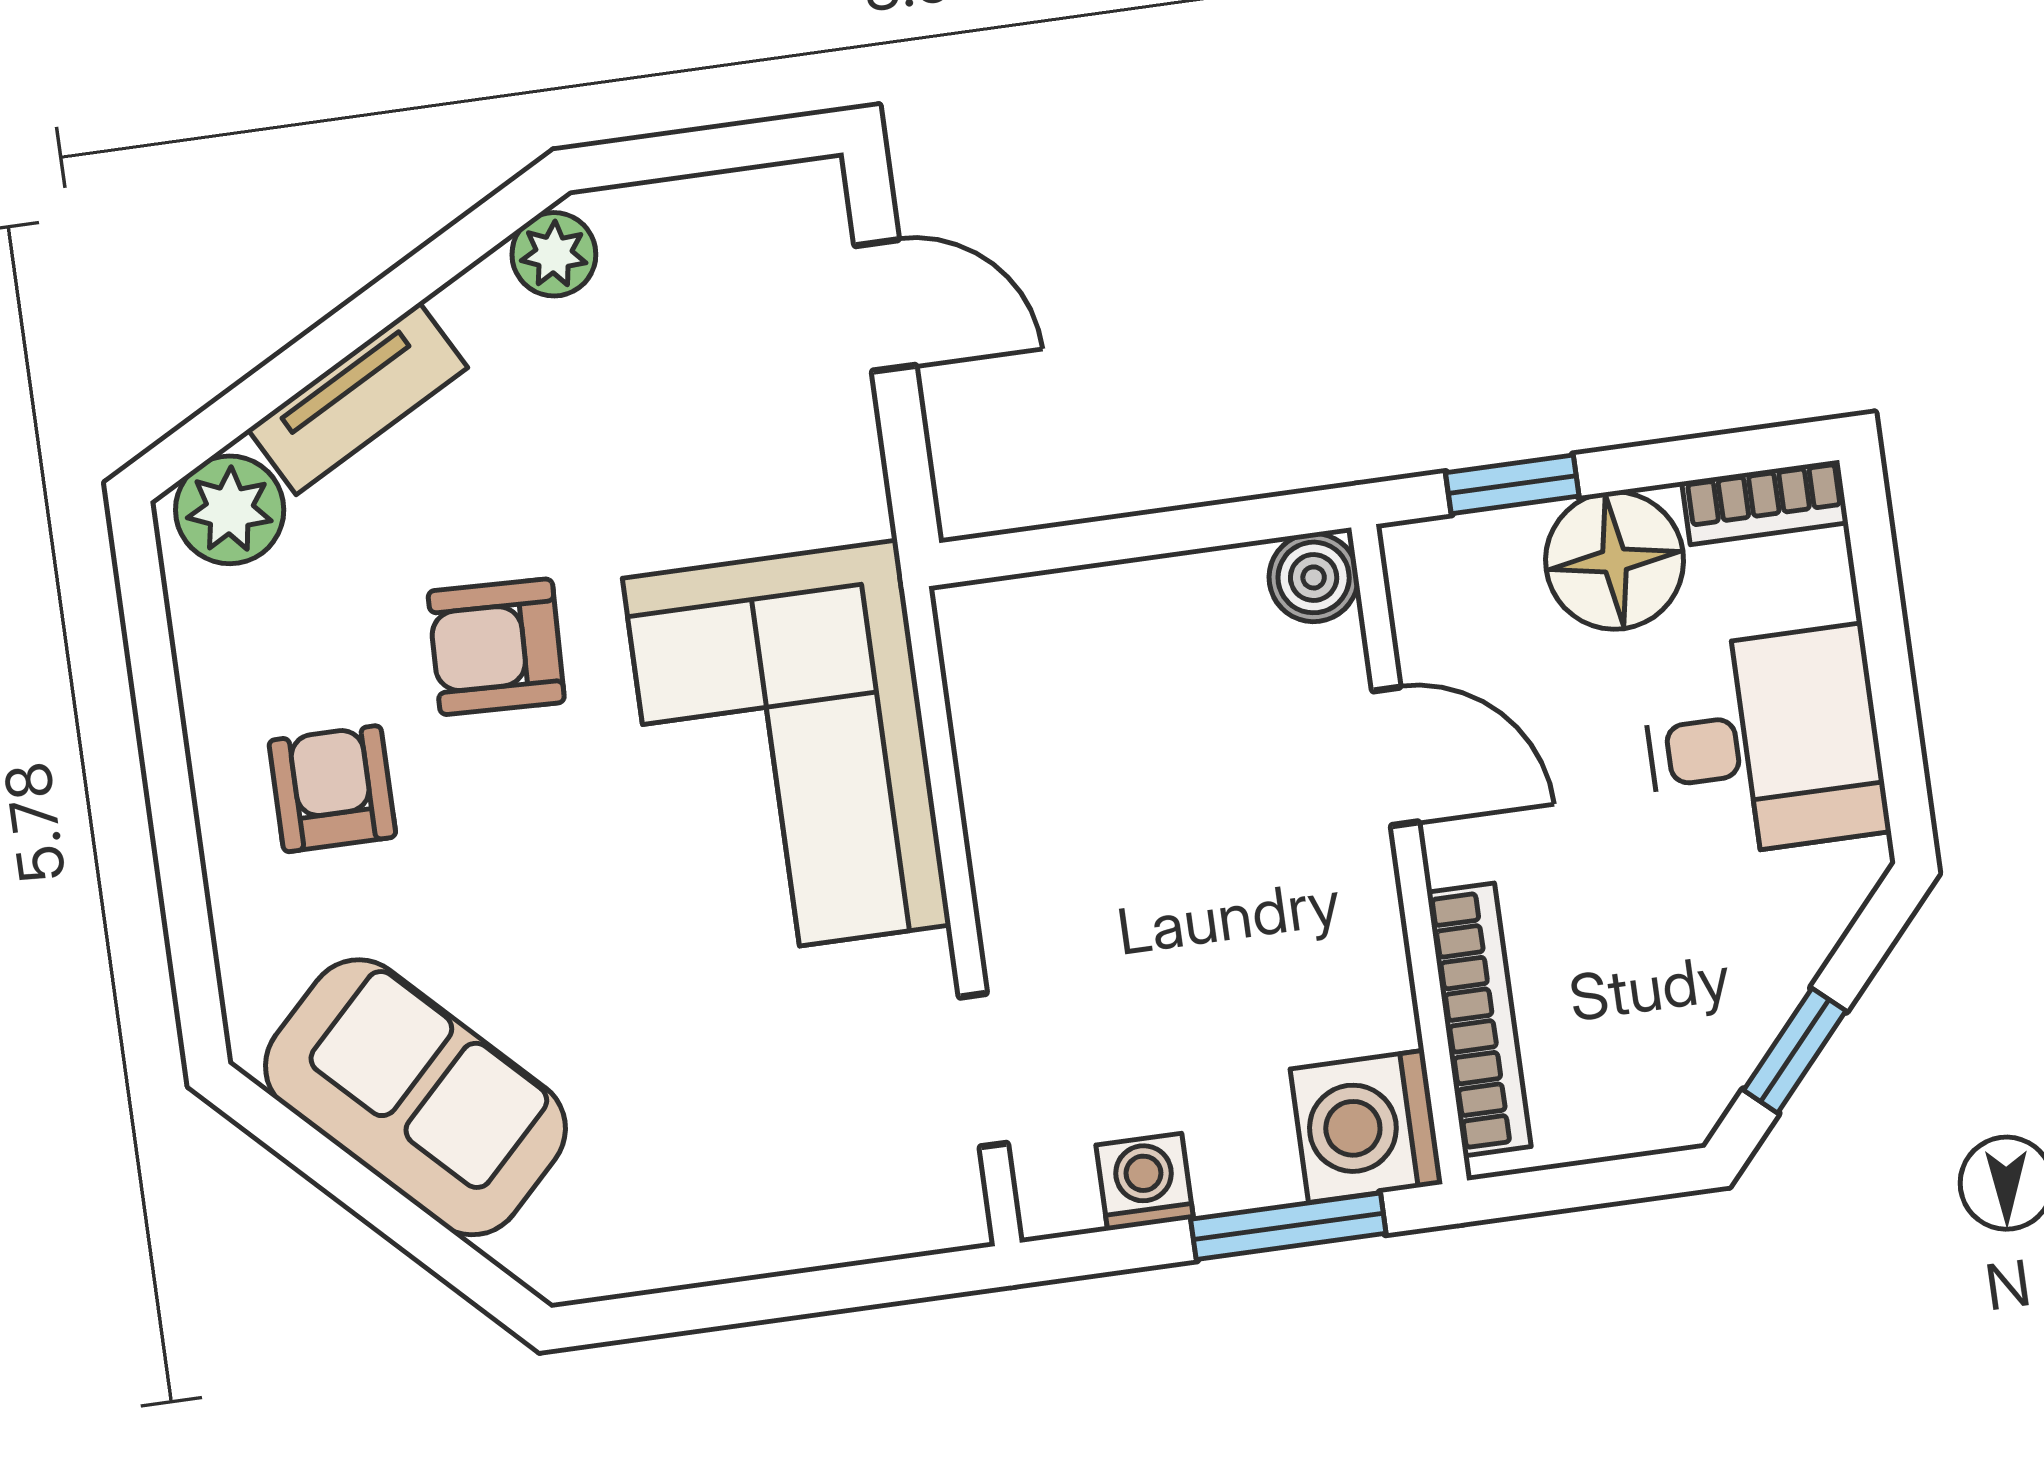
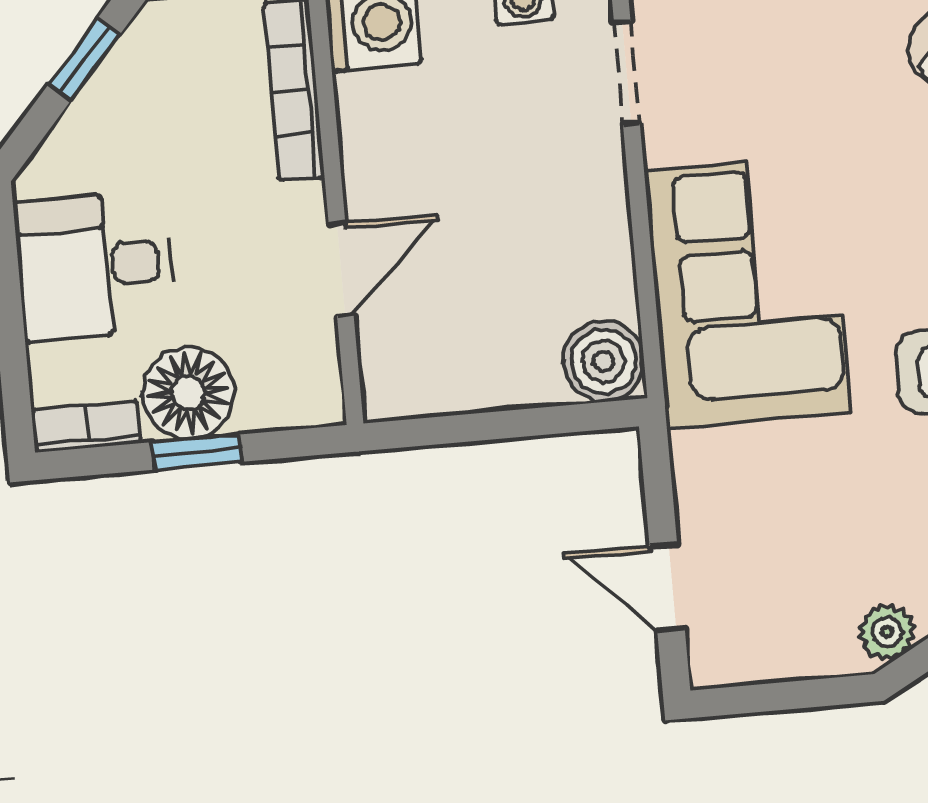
window: (1512, 484) -> (197, 452), moved
boiler: (1314, 577) -> (604, 361), moved, width x1.36, depth x1.36
door: (1396, 756) -> (341, 269), swing flipped

